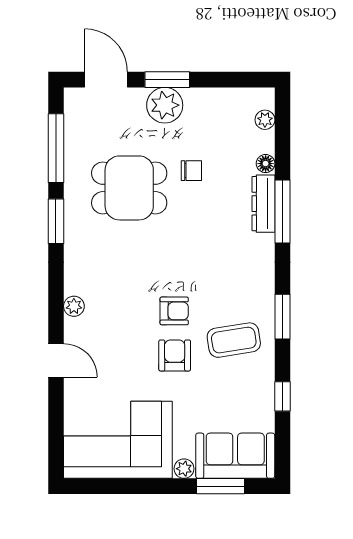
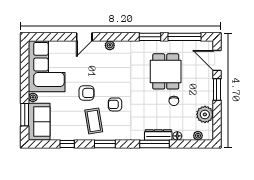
door: (106, 80) -> (217, 61), swing flipped
plant: (165, 105) -> (205, 114), moved
armchair: (174, 311) -> (115, 104), moved, turned 90

